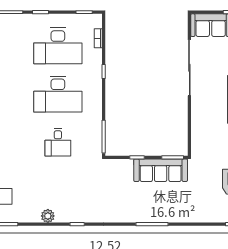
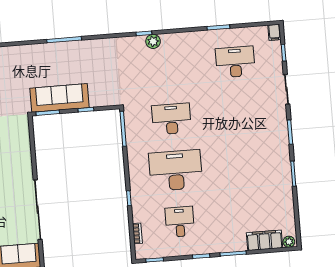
desk: (58, 46) -> (180, 222), width x0.53, depth x0.77
desk: (58, 142) -> (171, 119), width x1.37
plant: (48, 216) -> (153, 41), moved

